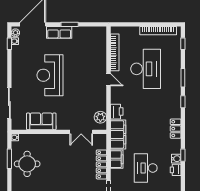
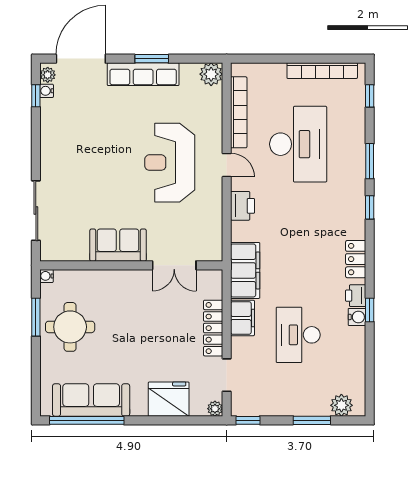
row of seats: (59, 32) -> (143, 74), width x1.48
reception desk: (50, 75) -> (170, 163), moved
printer: (117, 112) -> (243, 206), moved
plant: (100, 117) -> (211, 74), moved
sofa: (41, 121) -> (118, 245), moved
printer: (176, 170) -> (356, 296), moved

